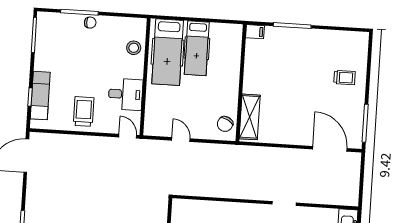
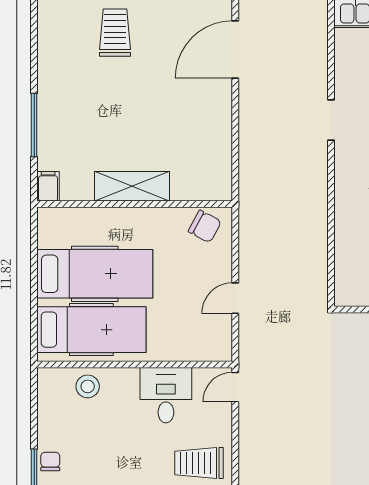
hospital bed: (197, 48) -> (95, 274), width x1.37, depth x1.29
trolley: (345, 77) -> (115, 33), width x1.36, depth x1.39
shelving: (250, 117) -> (132, 186), moved

